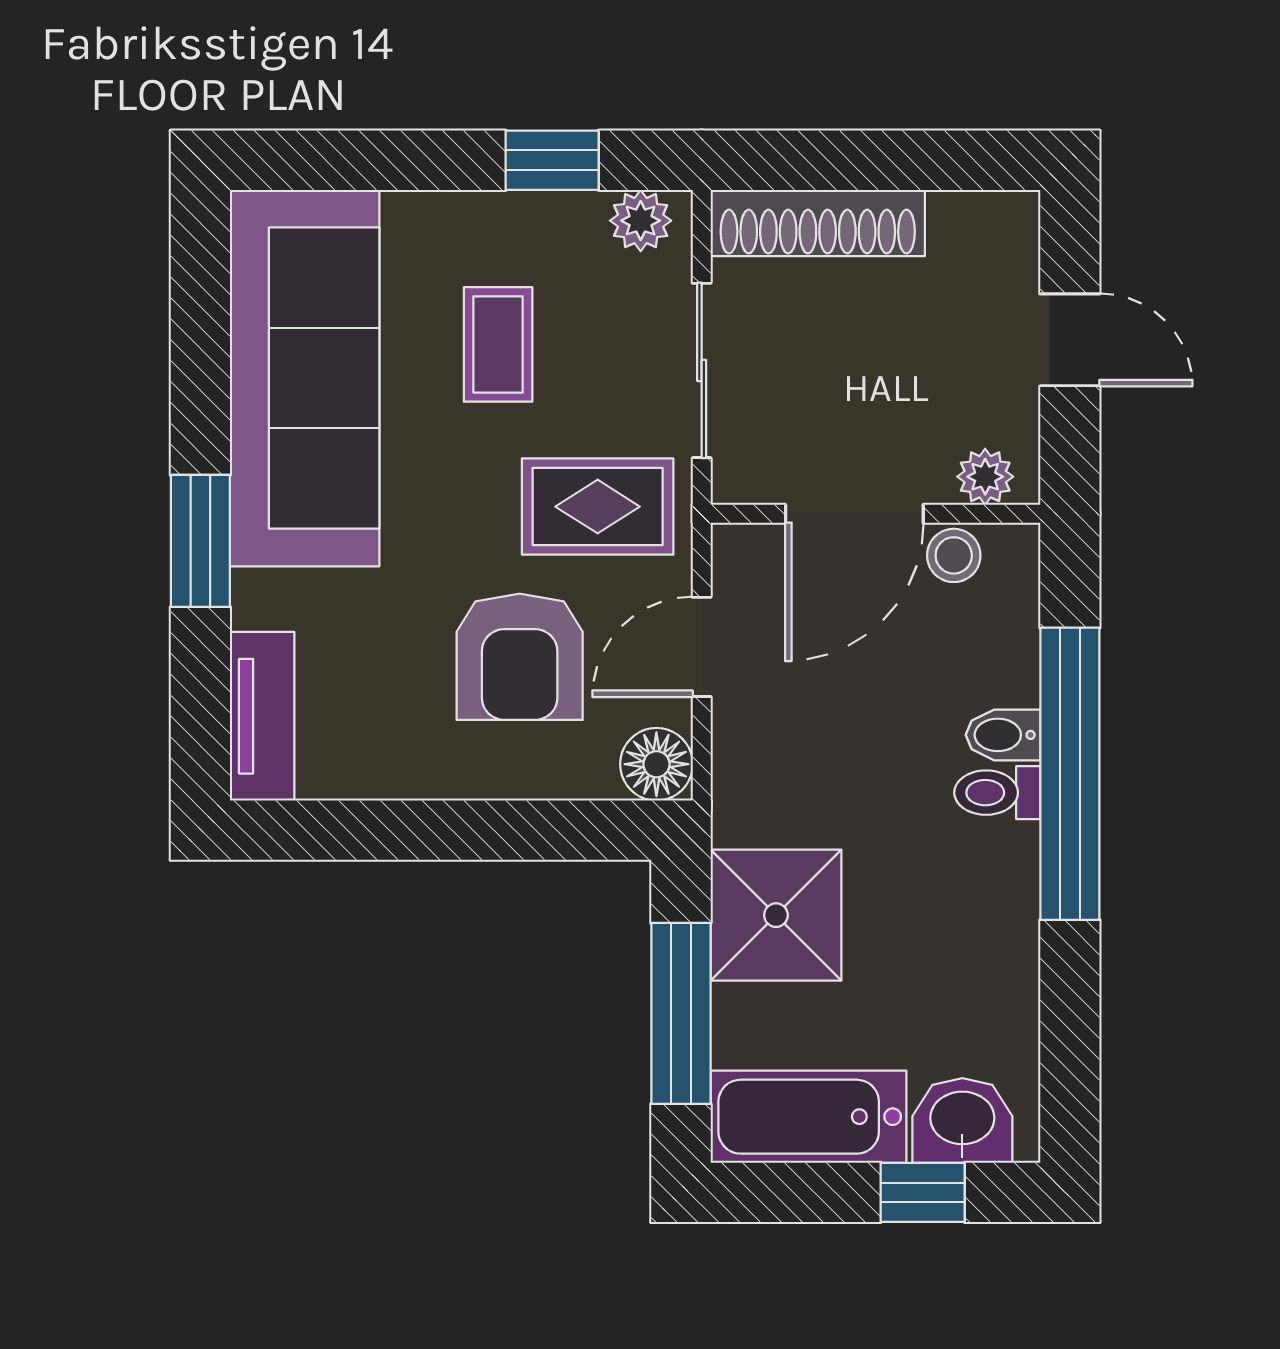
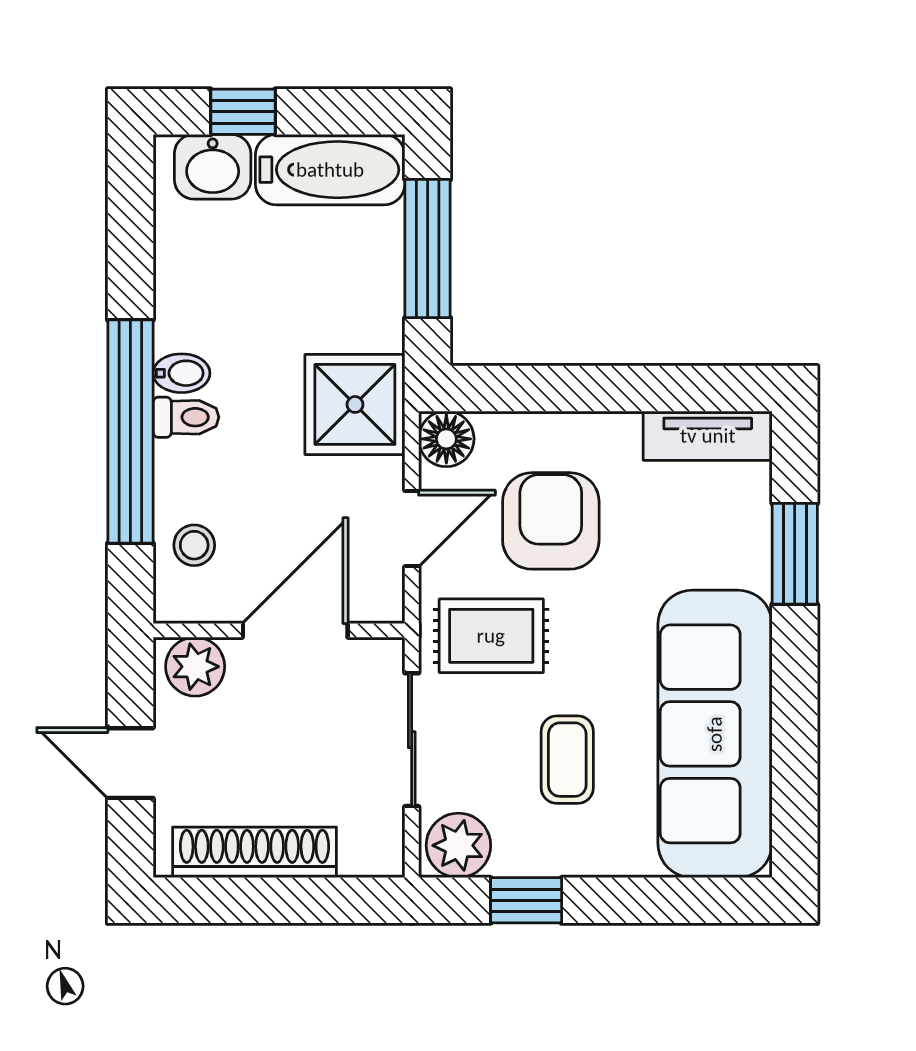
plant: (641, 221) -> (458, 845), width x1.38, depth x1.38
shoe rack: (818, 223) -> (255, 852), moved
plant: (985, 477) -> (195, 667), width x1.38, depth x1.38
window: (200, 541) -> (795, 554), moved
stool: (954, 555) -> (194, 545), moved
tv unit: (262, 716) -> (708, 436), moved, turned -90
bidet: (1003, 735) -> (182, 373), moved
shower: (776, 915) -> (355, 404), moved

